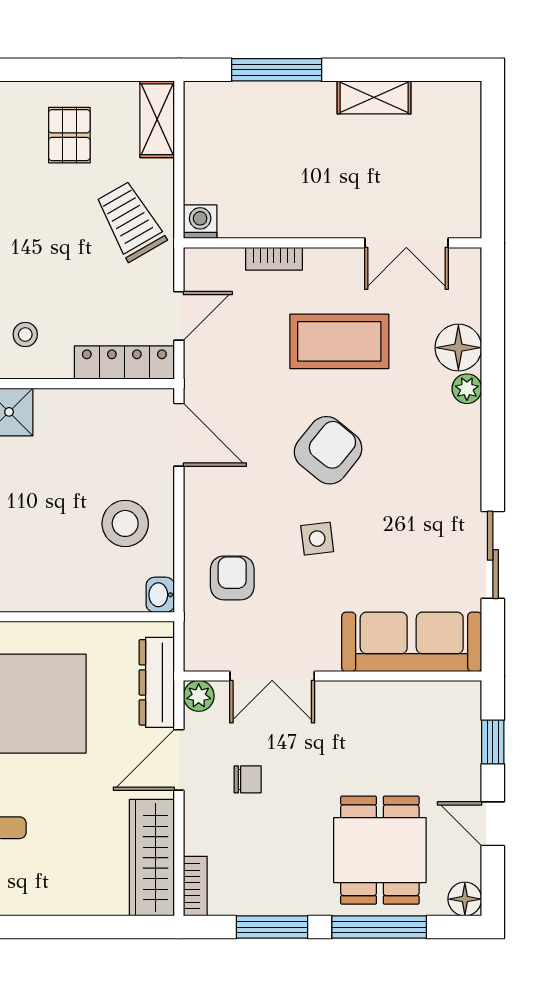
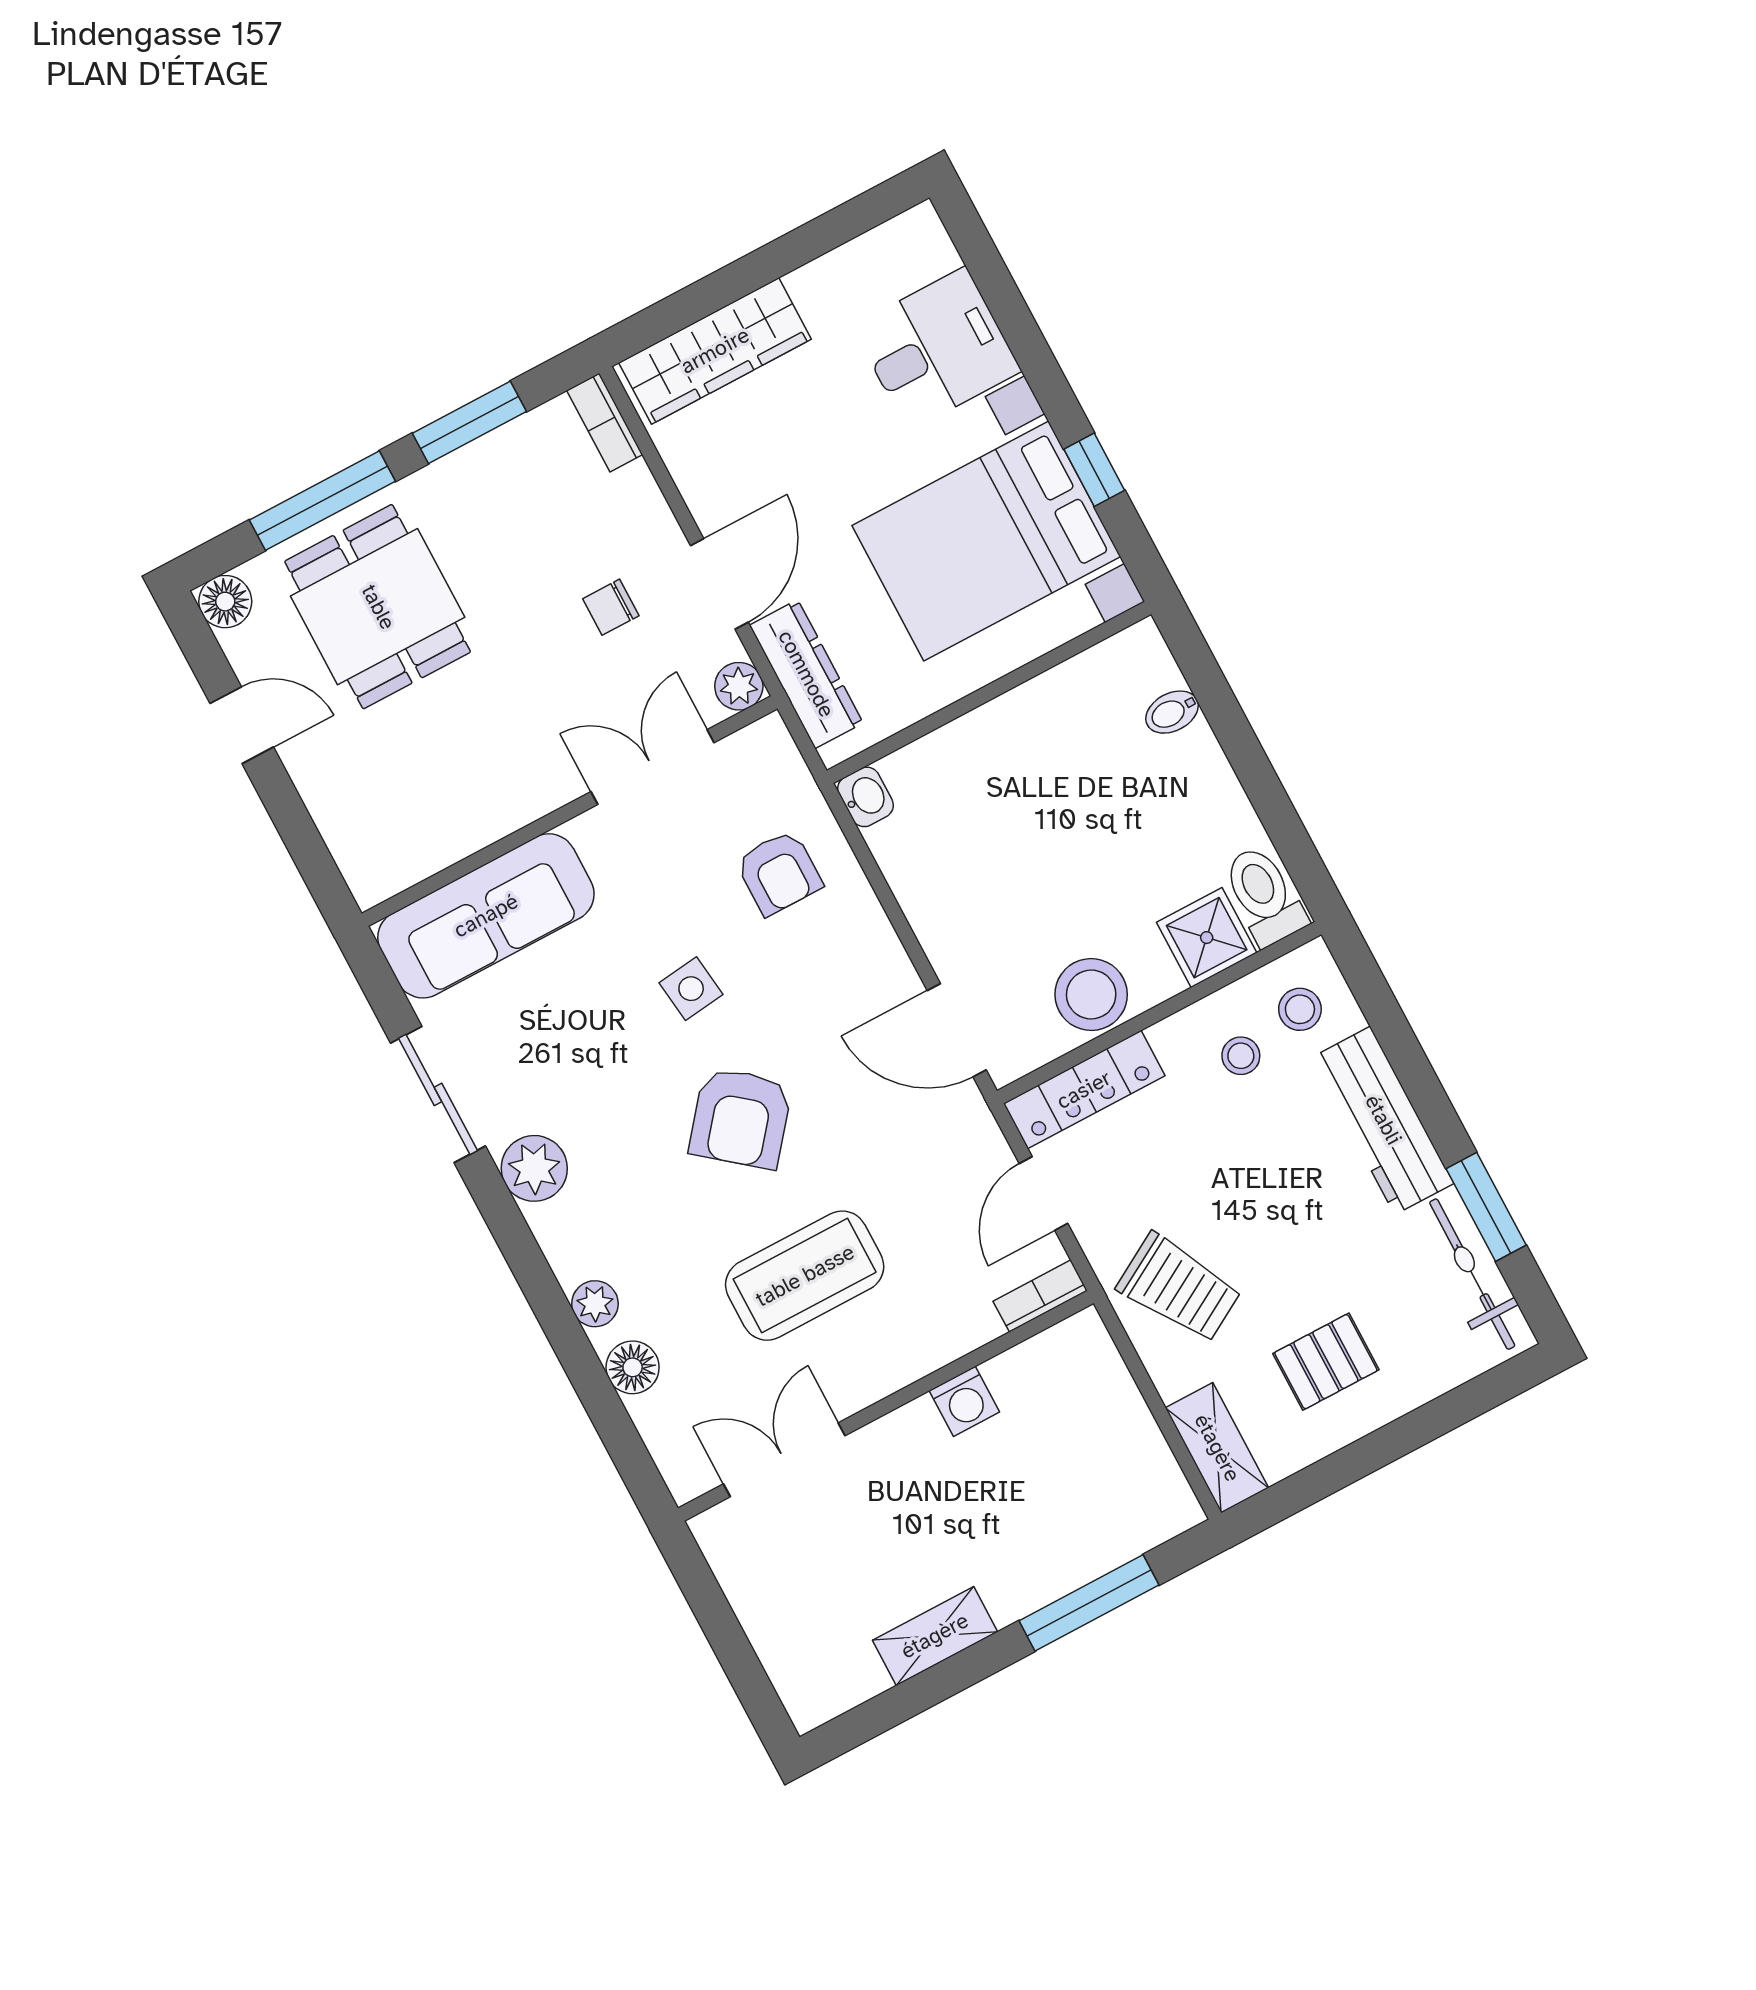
pallet: (69, 135) -> (1326, 1362), turned 90
washing machine: (200, 222) -> (964, 1401), moved
bookcase: (274, 259) -> (1040, 1296), moved
floor lamp: (458, 348) -> (633, 1367), width x0.73, depth x0.73
plant: (460, 484) -> (534, 1168), added
stool: (125, 523) -> (1091, 995), moved
window: (493, 742) -> (301, 838), removed
wardrobe: (152, 858) -> (715, 351), moved, turned 90

